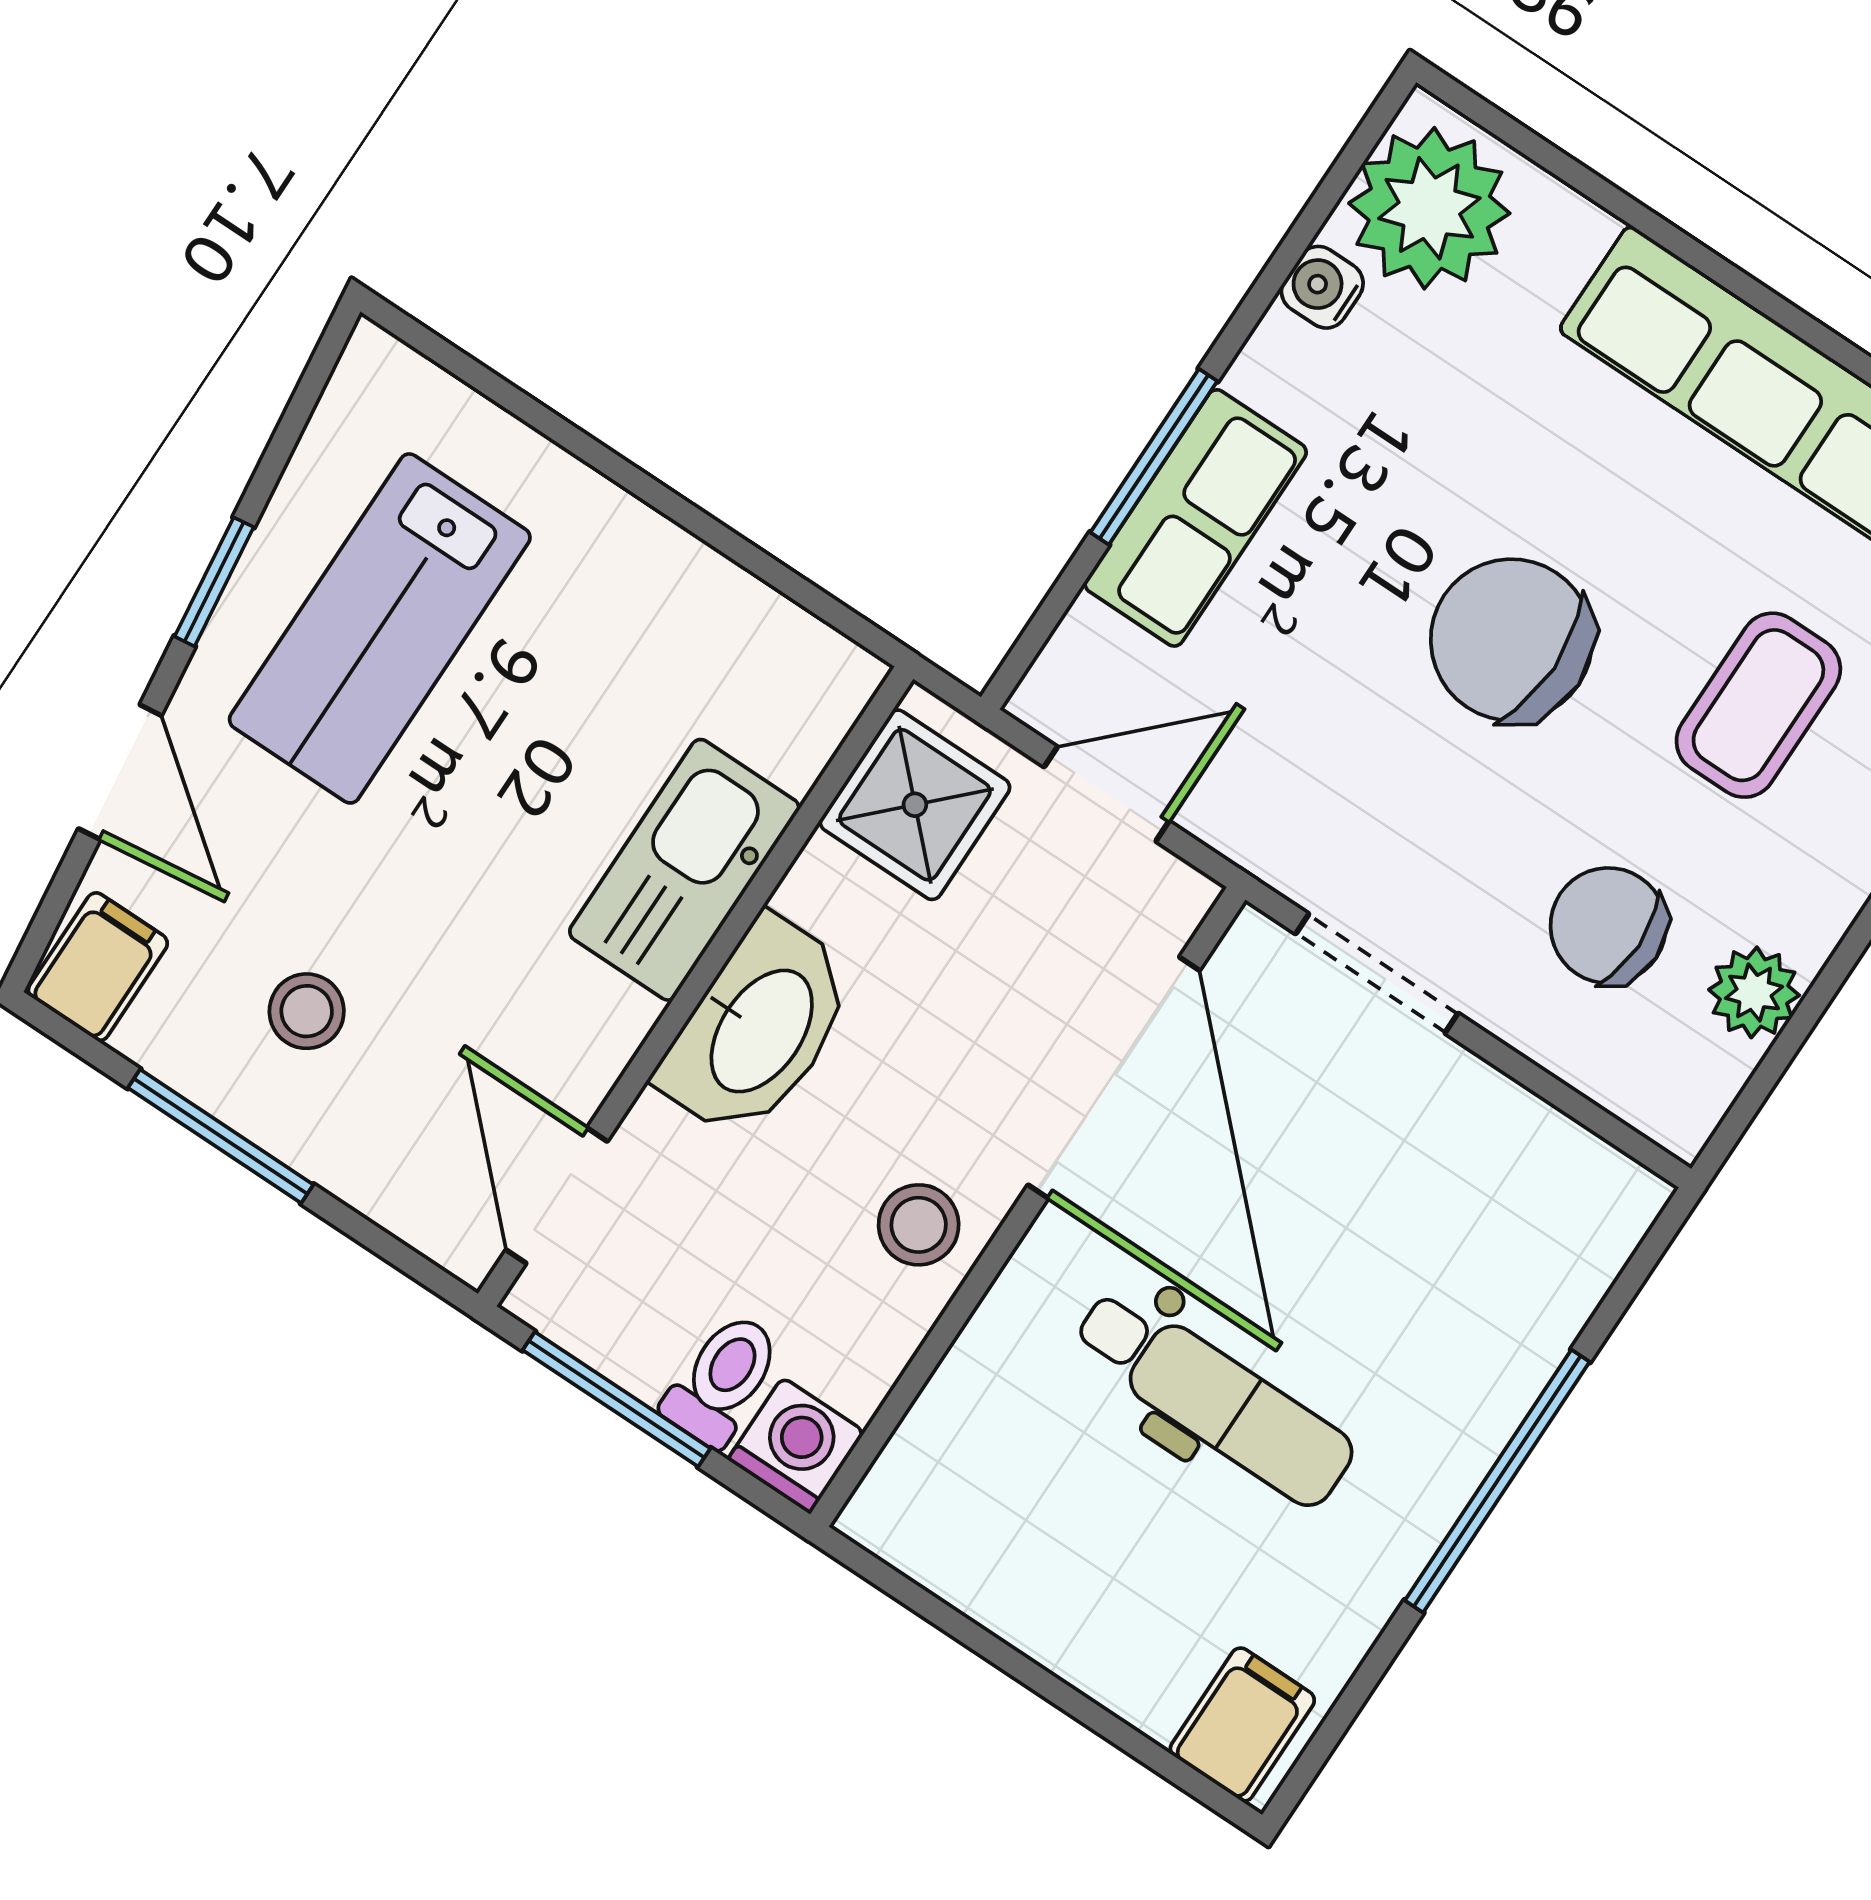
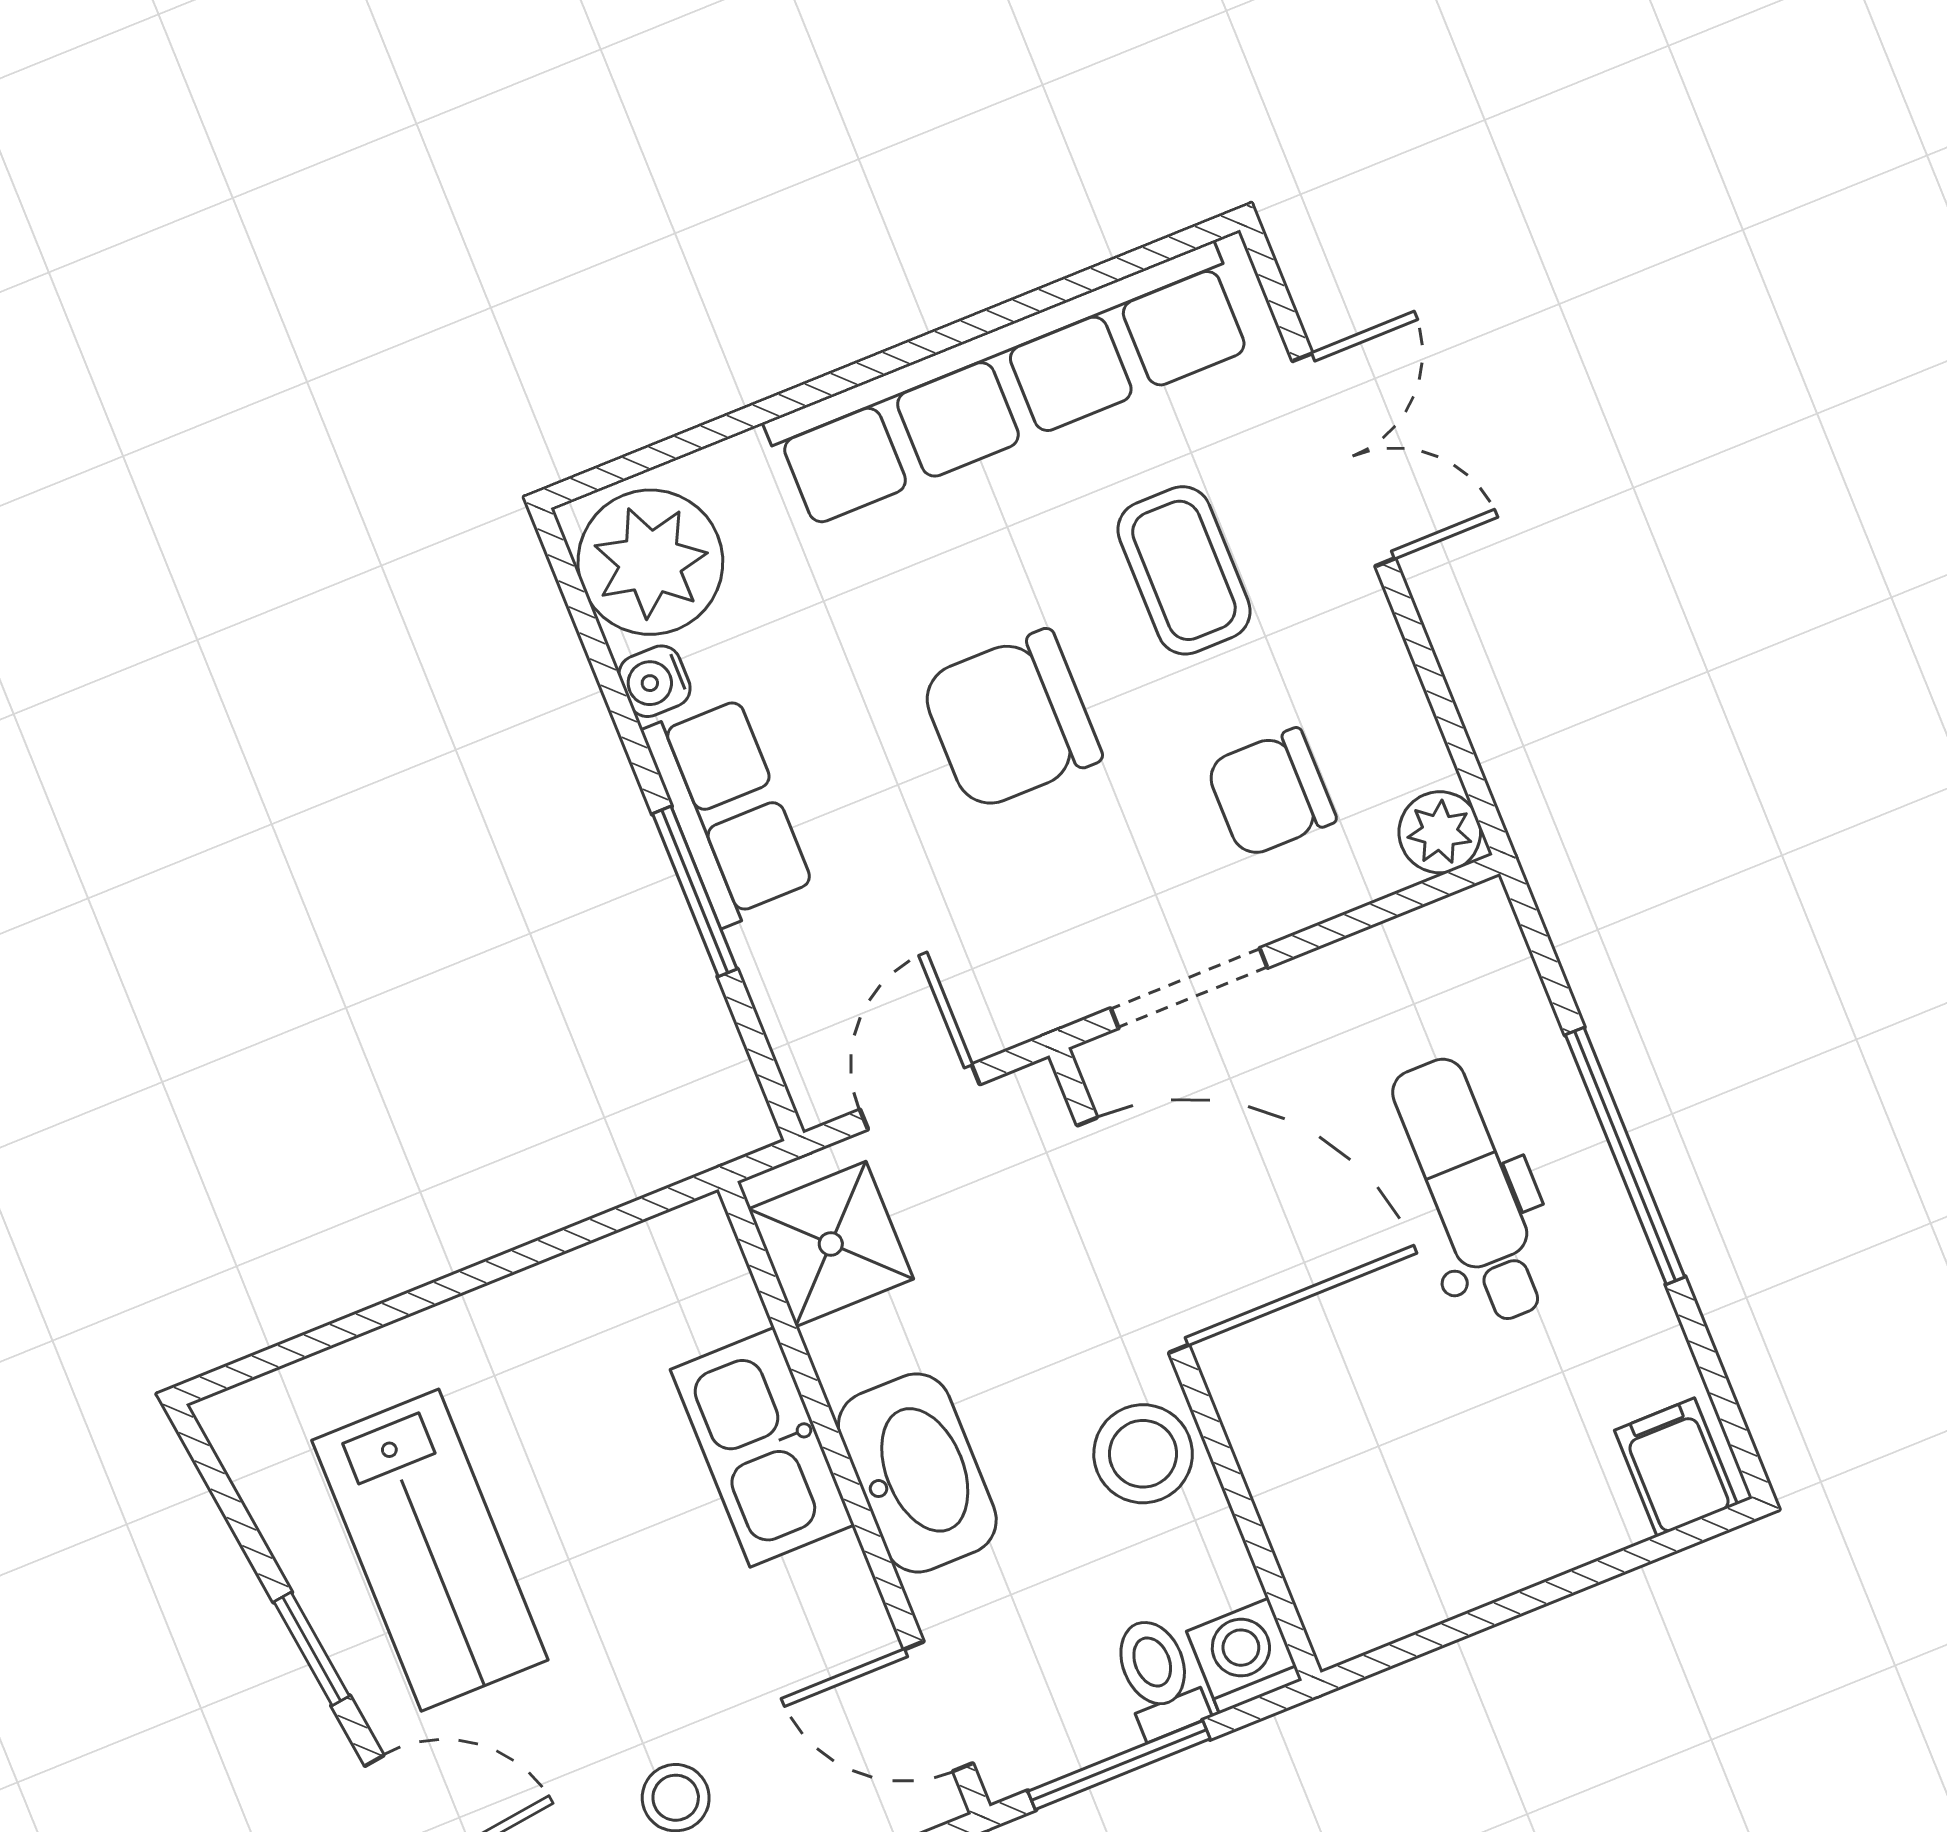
row of seats: (1196, 518) -> (728, 810), moved
plant: (1754, 992) -> (1440, 832), moved
stool: (919, 1225) -> (1143, 1454), width x1.37, depth x1.37
dental chair: (1214, 1397) -> (1471, 1190), moved, turned -90

